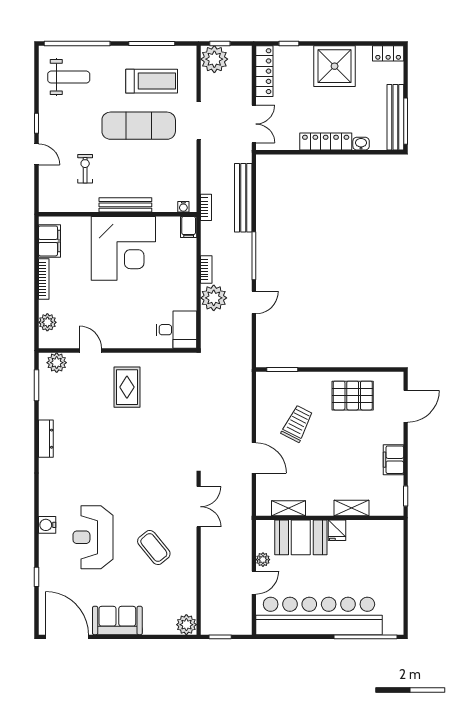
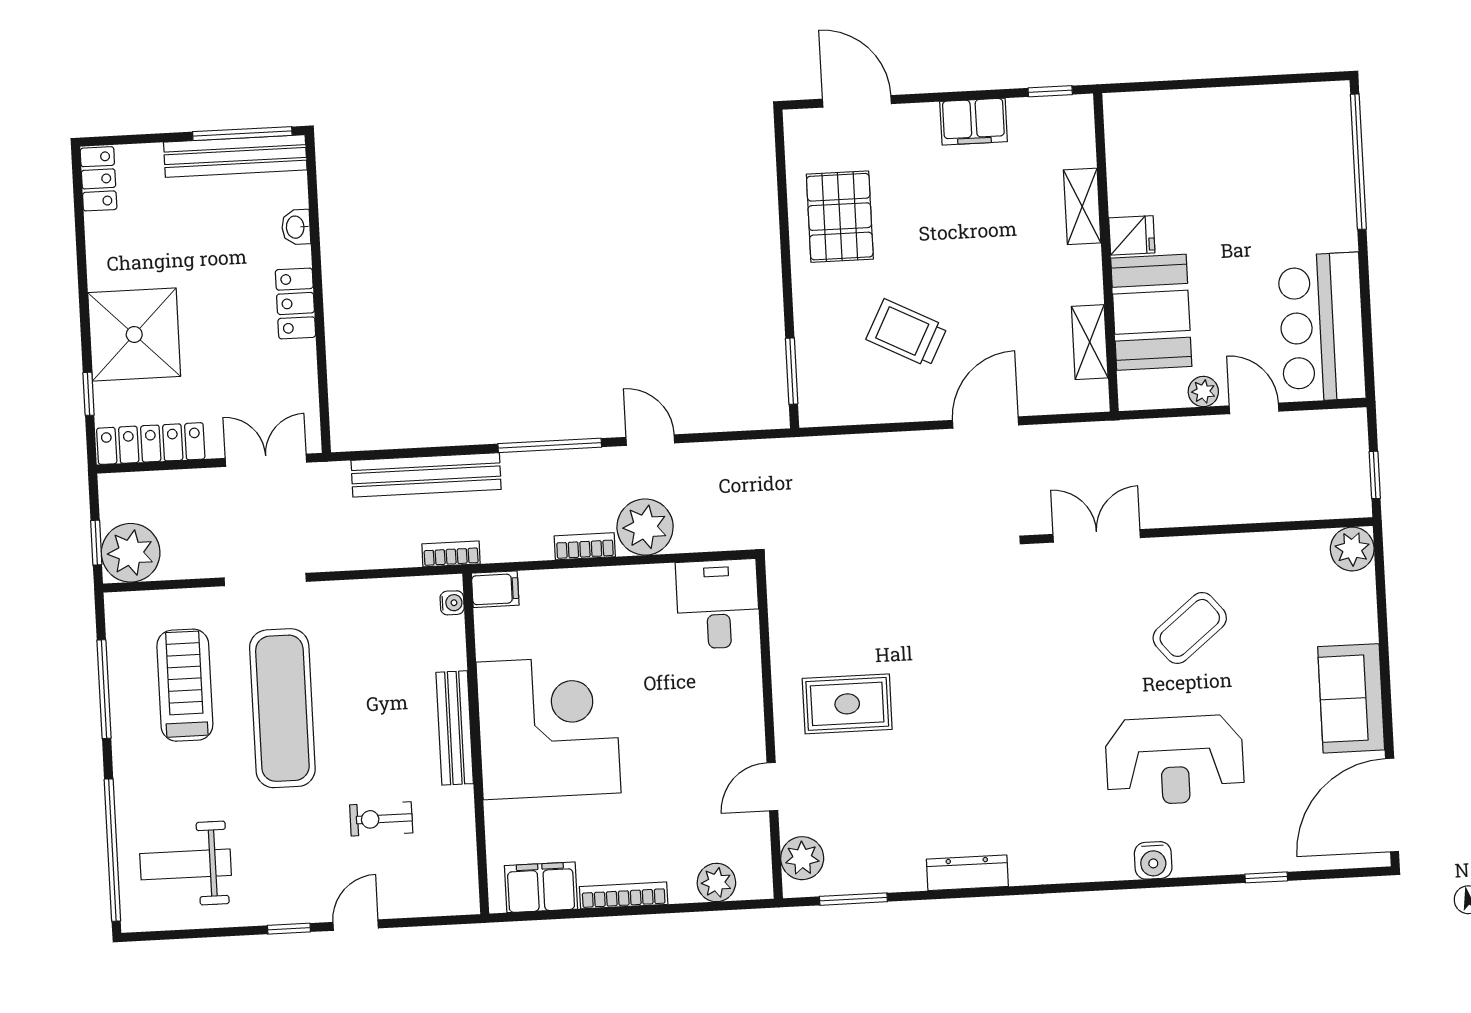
shower: (335, 66) -> (134, 334), moved
weight bench: (69, 77) -> (186, 864), turned -90
locker: (326, 142) -> (296, 303), width x0.66
bar counter: (319, 616) -> (1322, 327), width x0.54

